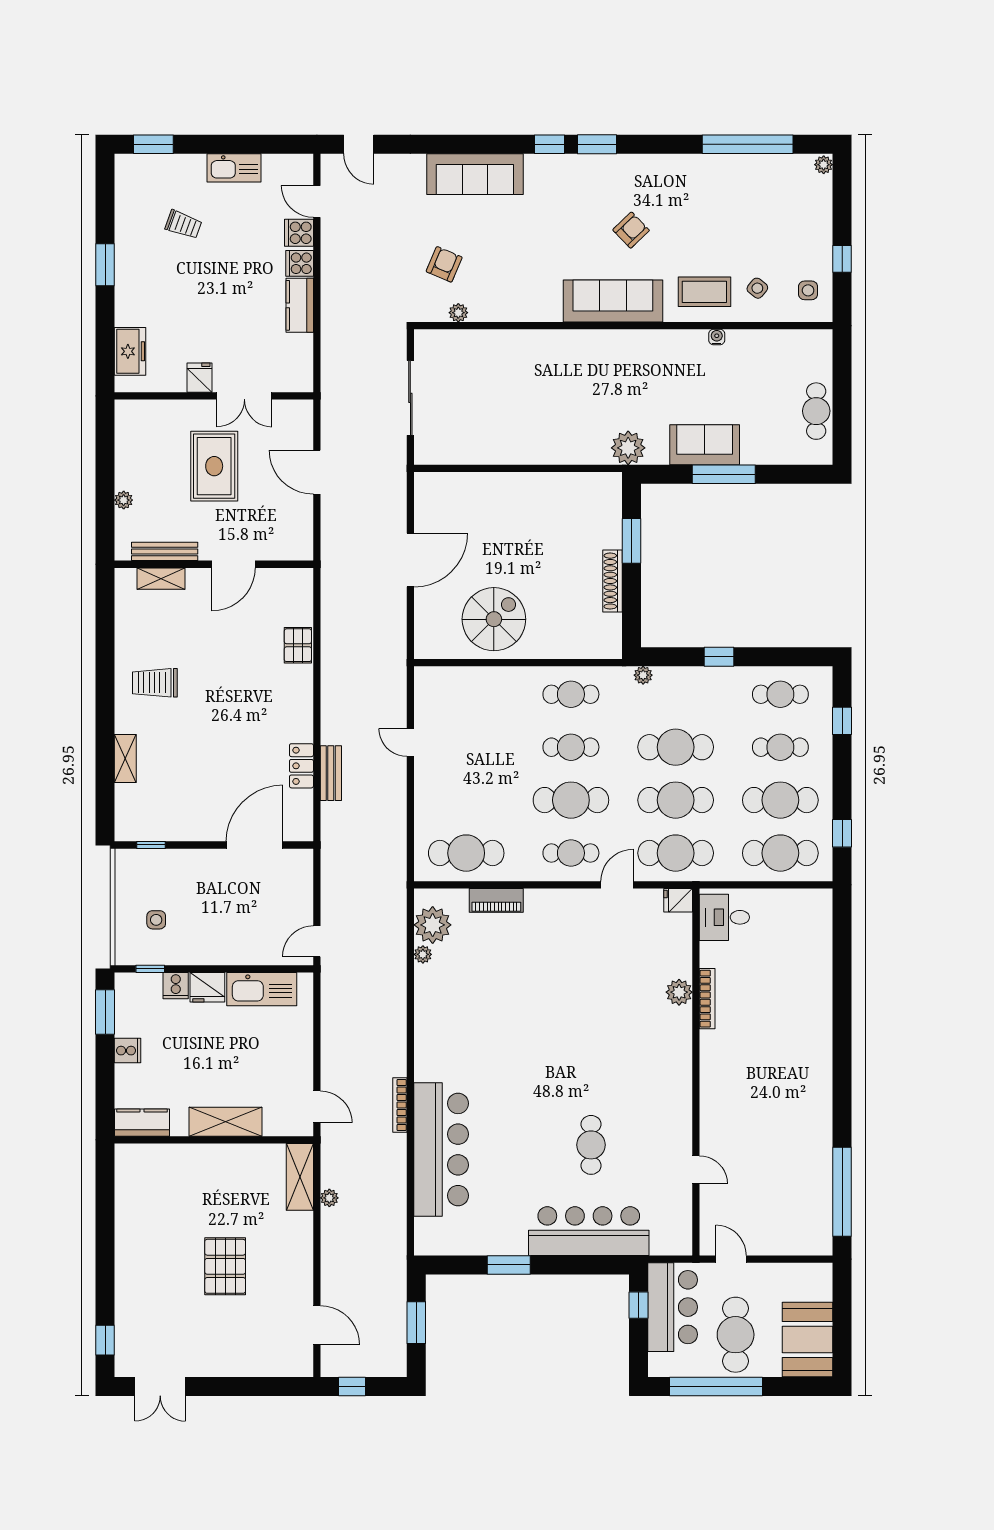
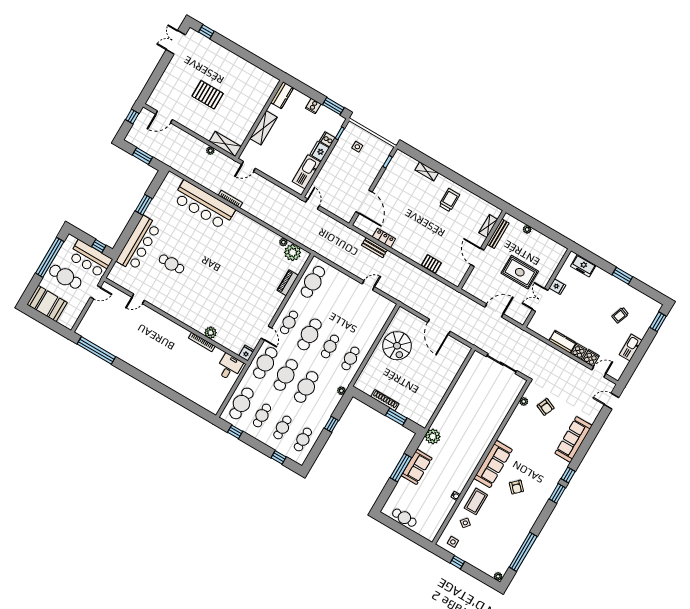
cafe table: (780, 800) -> (262, 415), width x0.73, depth x0.74

